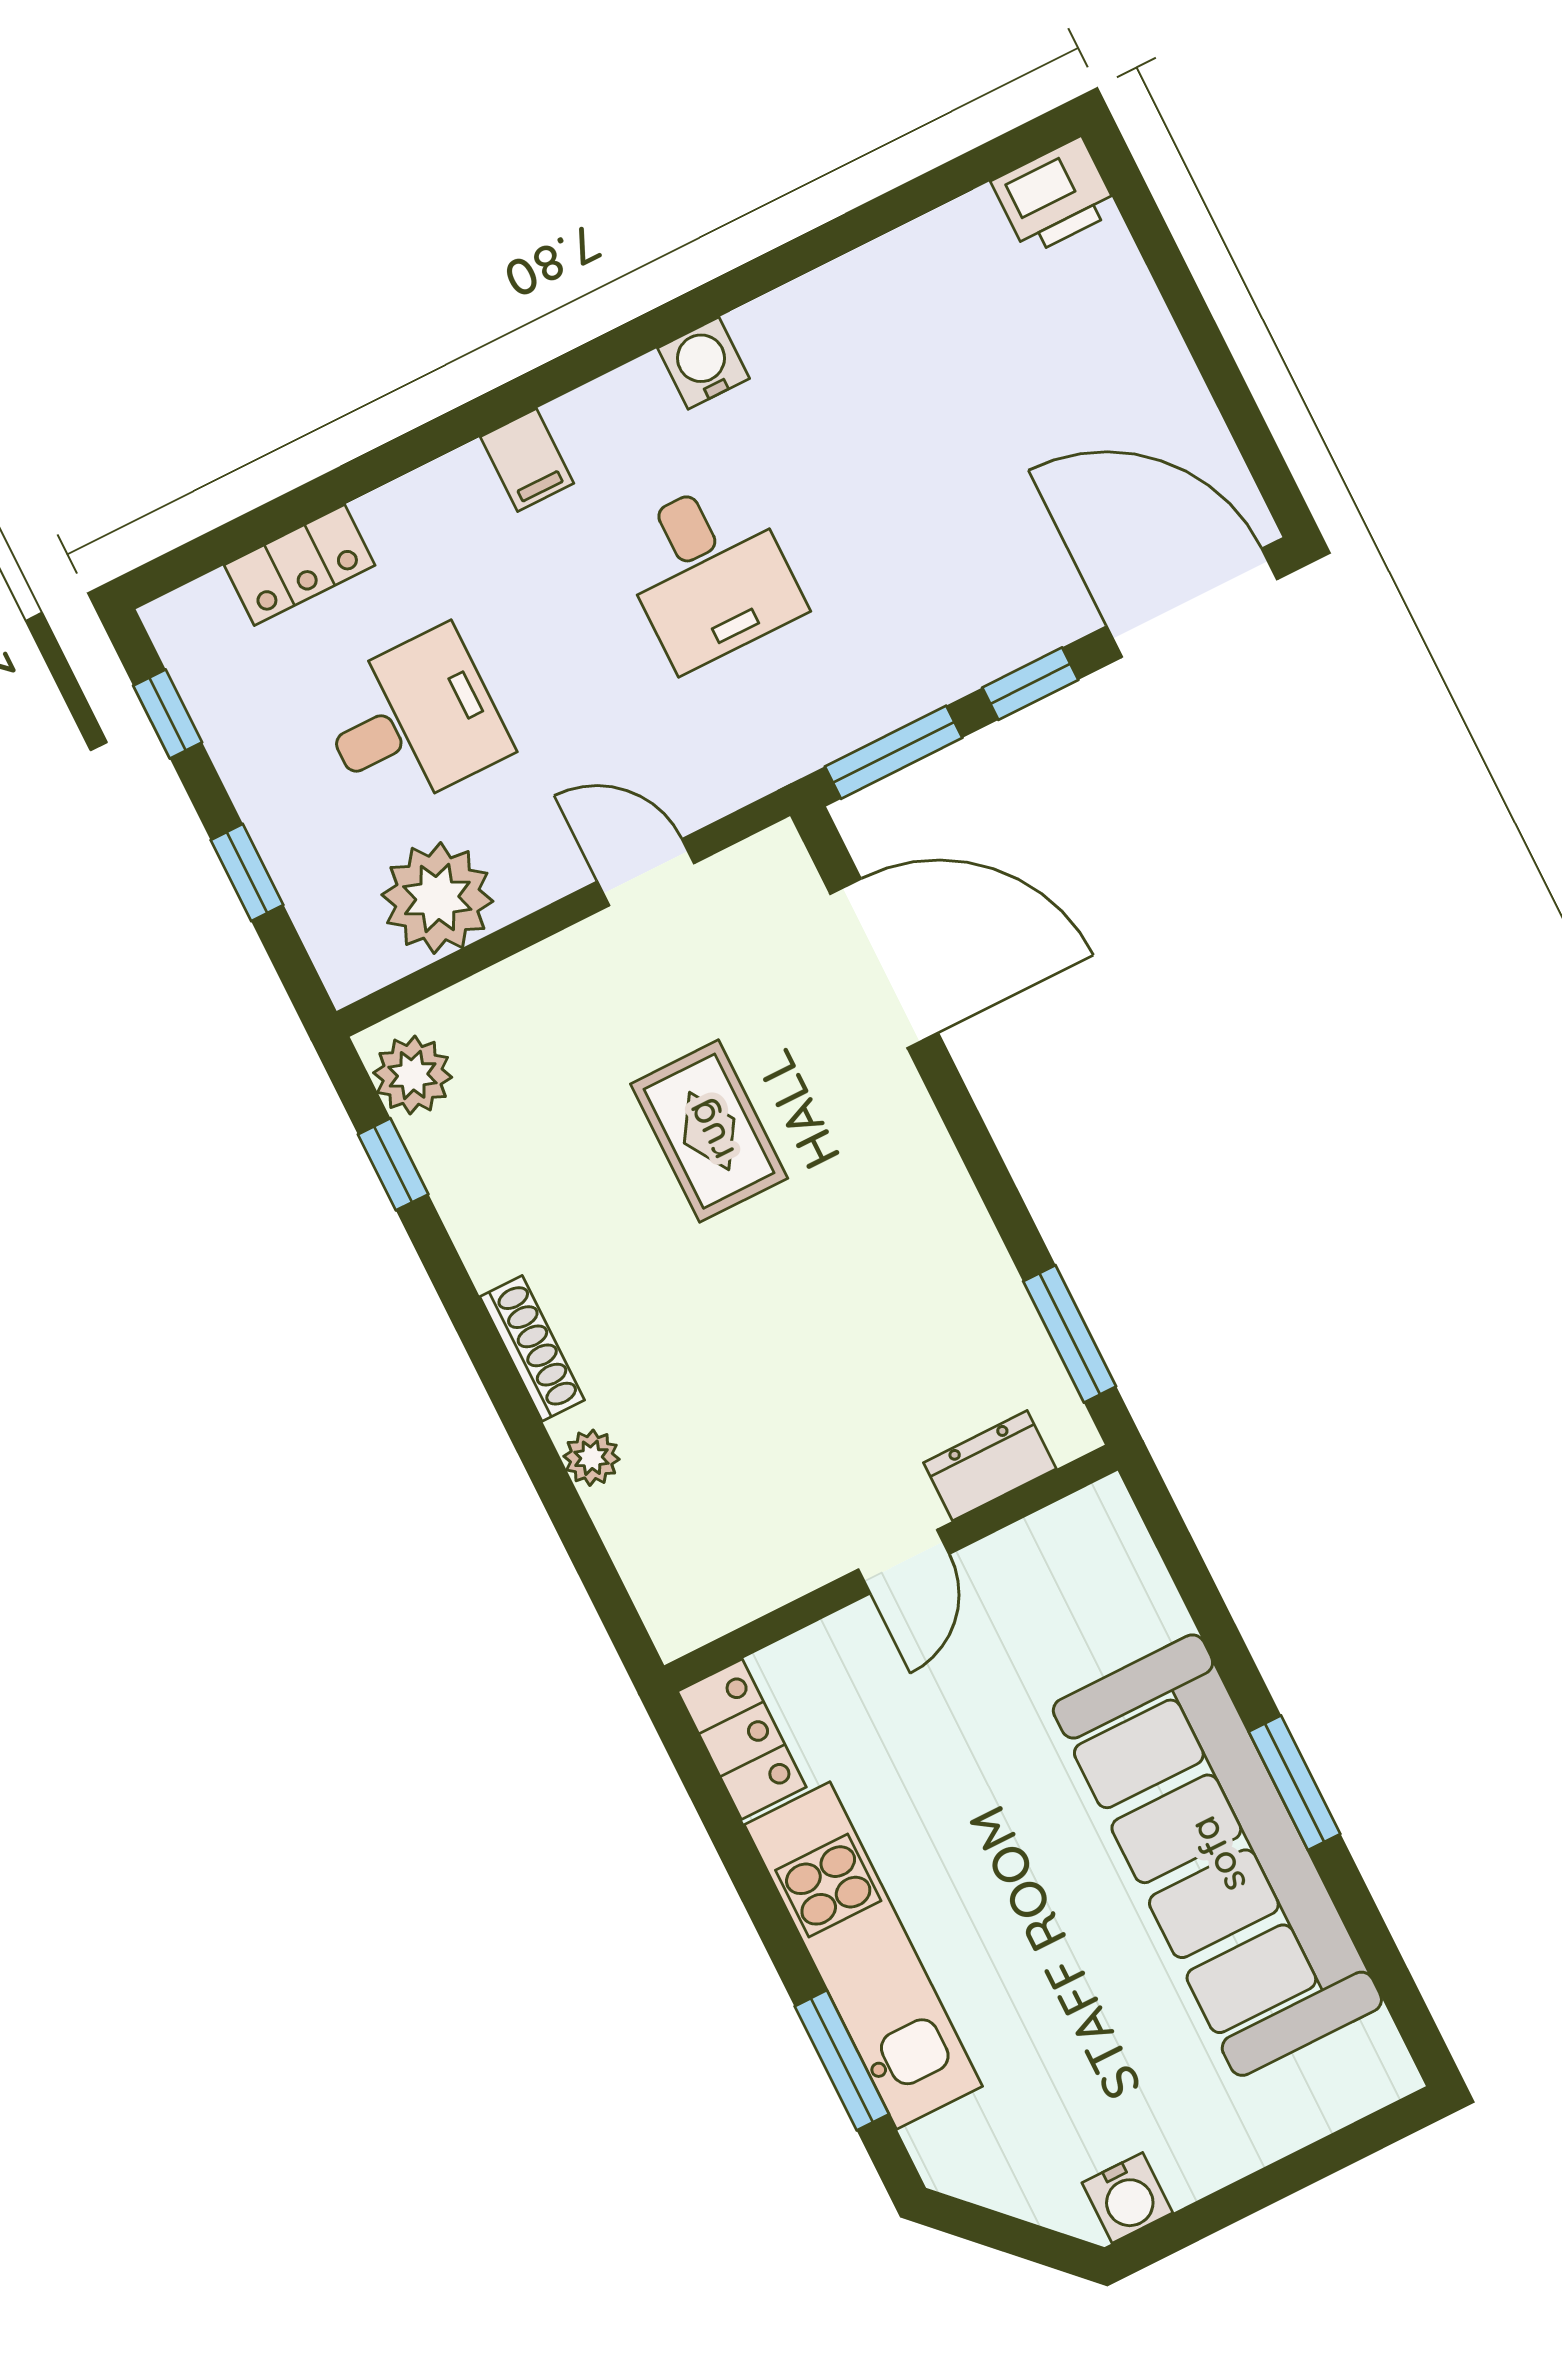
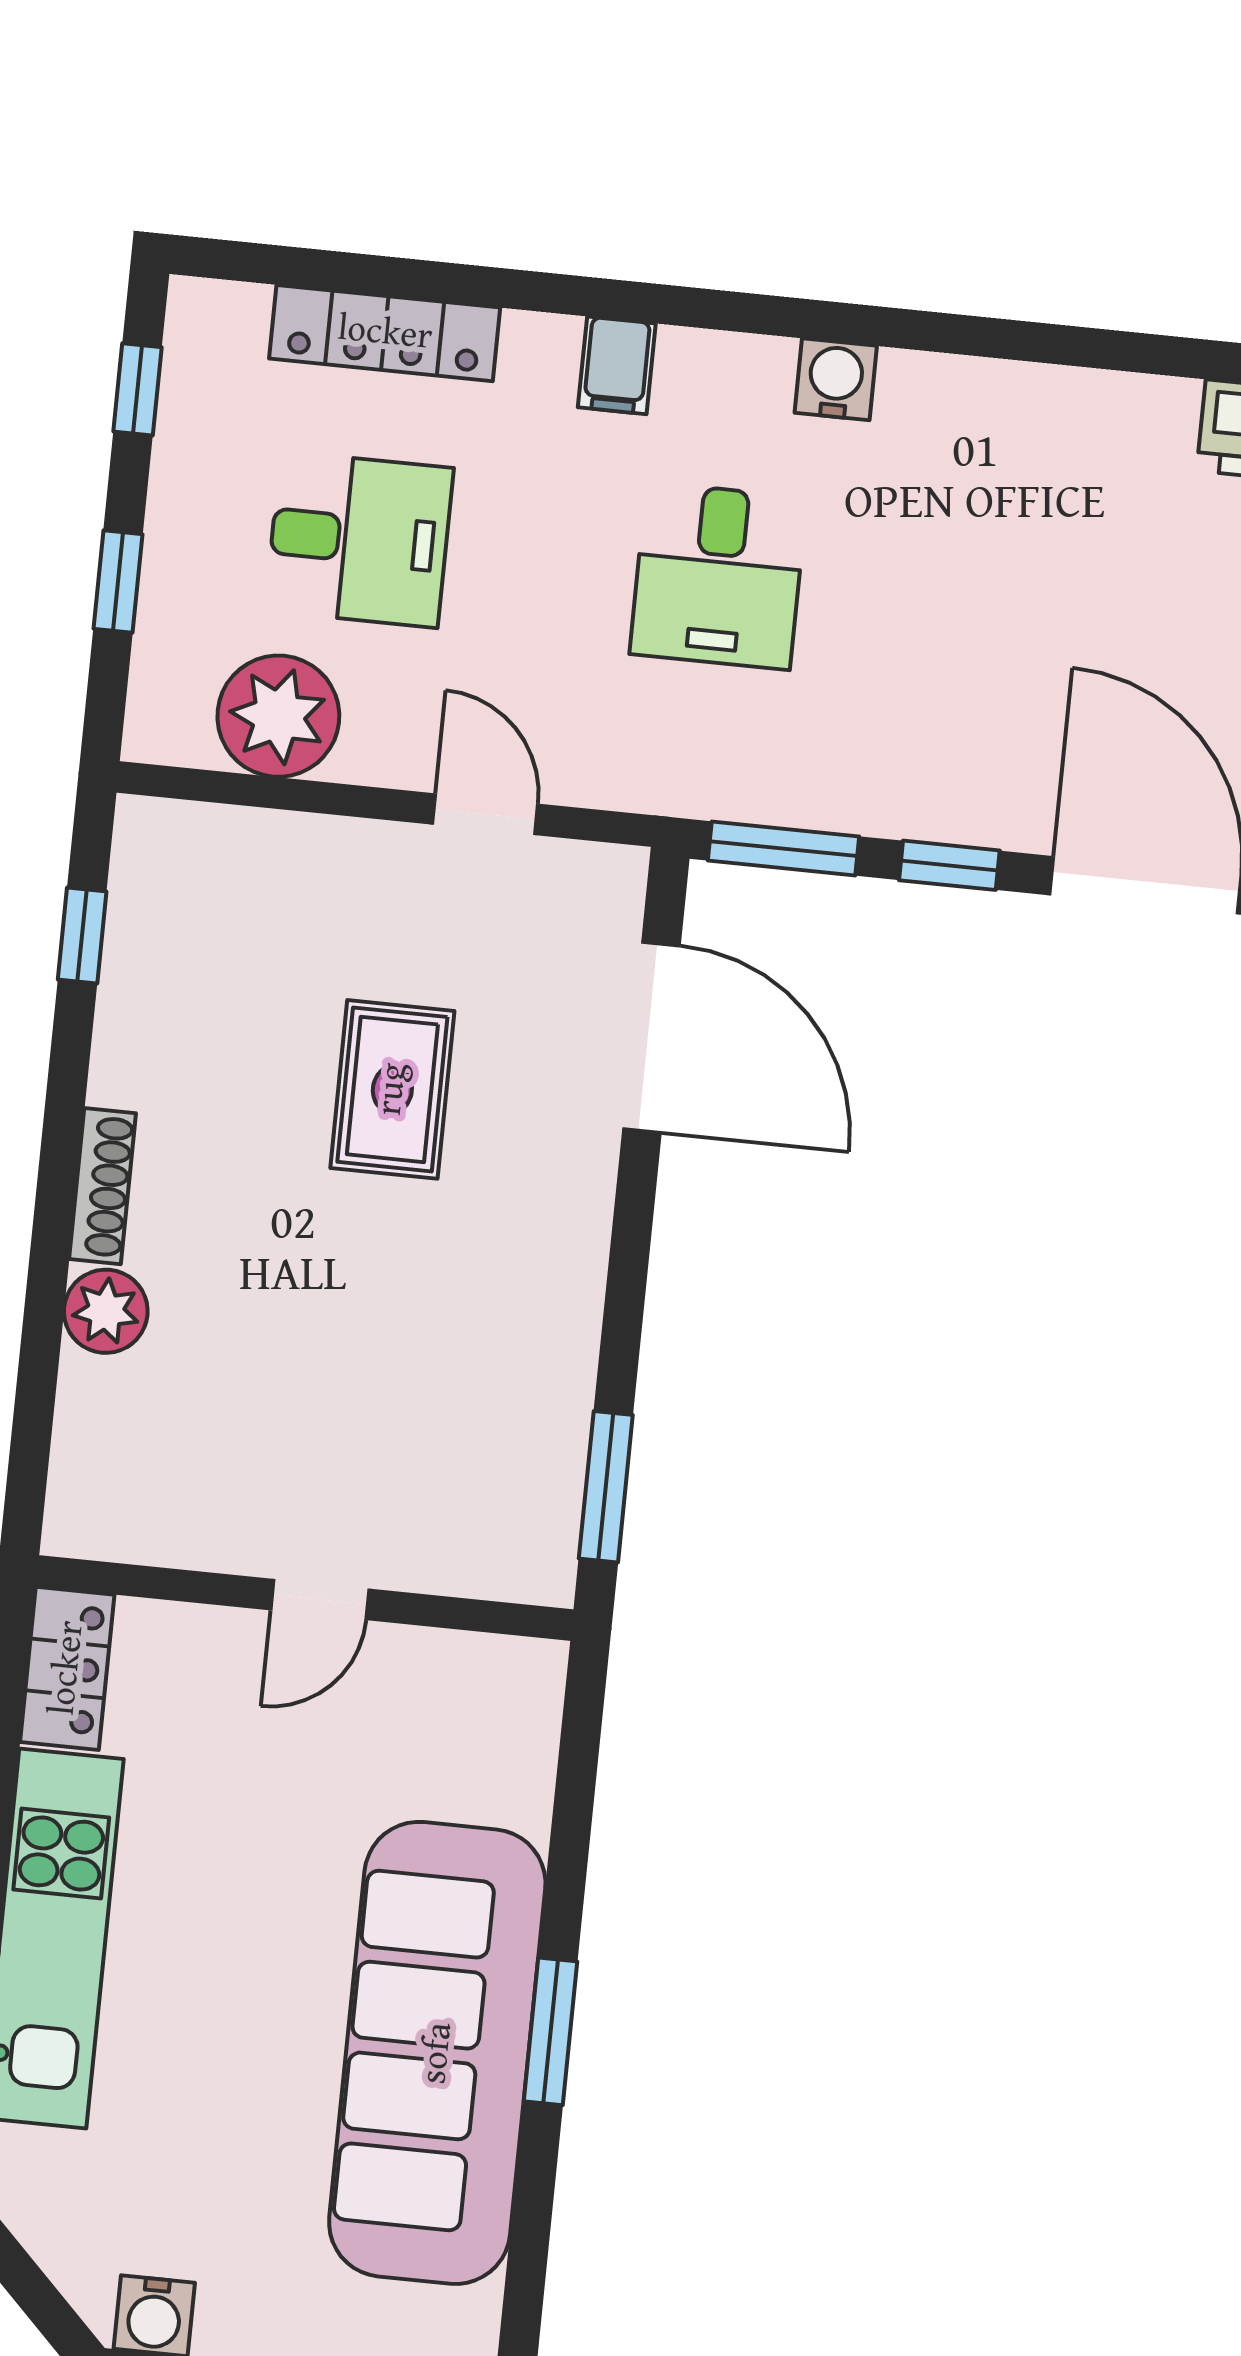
locker: (300, 565) -> (385, 333), width x1.53
plant: (413, 1075) -> (152, 865), removed
plant: (591, 1458) -> (106, 1311), width x1.38, depth x1.38
dresser: (990, 1466) -> (455, 1562), removed

